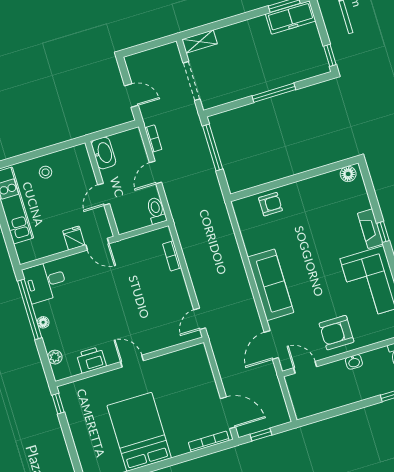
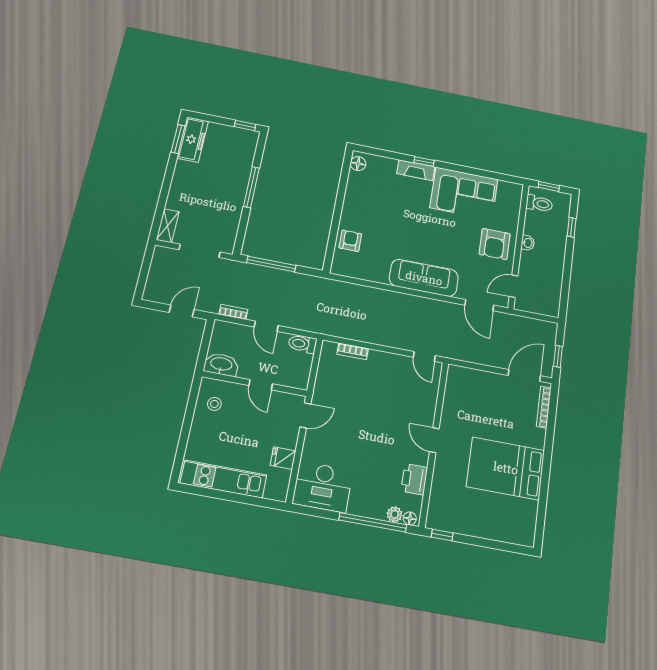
stool: (46, 172) -> (214, 404), moved
fridge: (74, 238) -> (283, 458), moved
desk: (45, 281) -> (322, 487), width x1.37
window: (30, 309) -> (373, 522), moved
floor lamp: (43, 322) -> (410, 518), moved
door: (132, 361) -> (434, 440), hinge flipped

